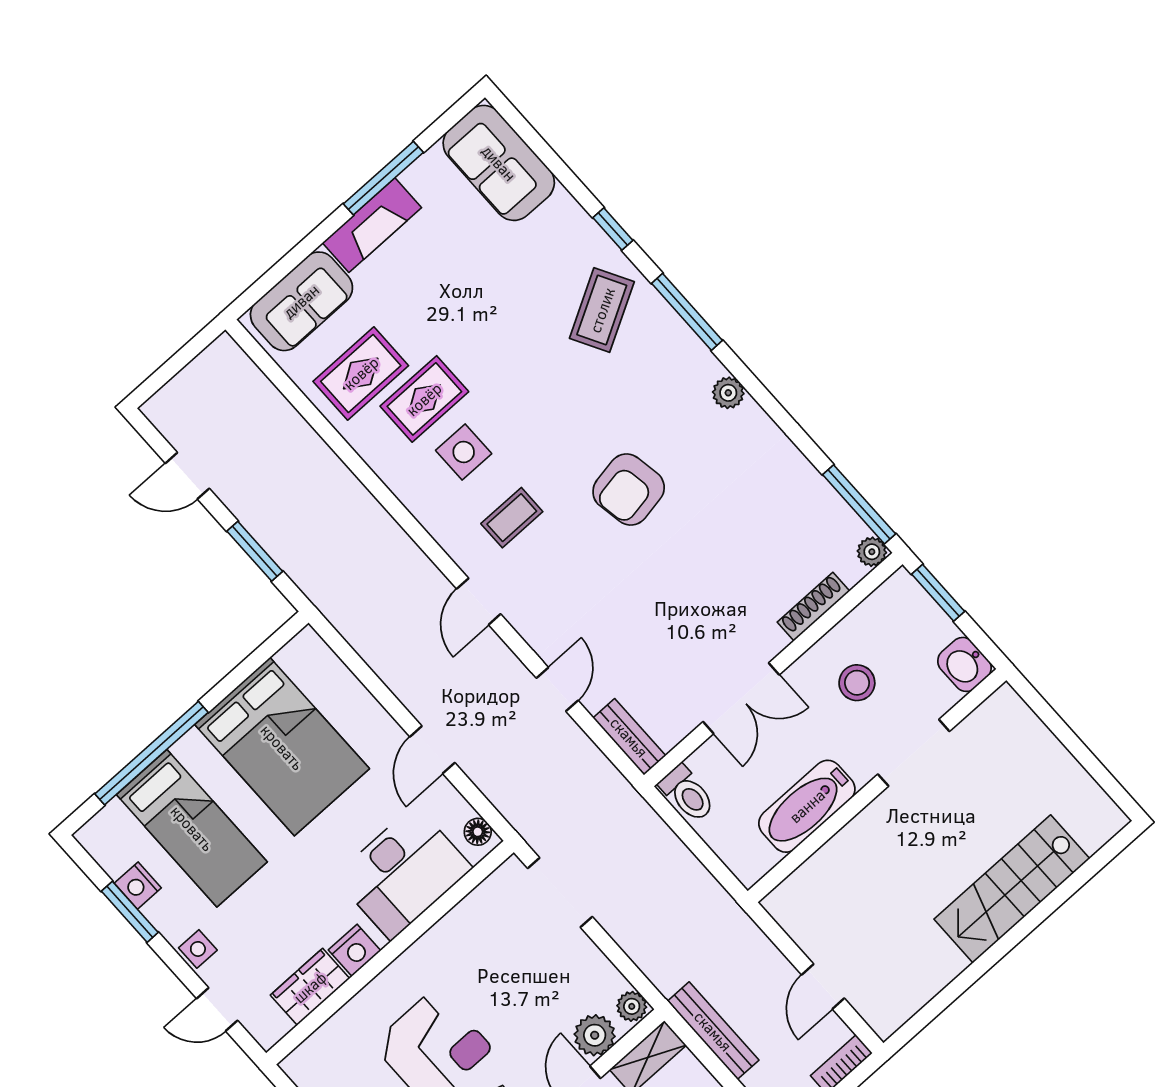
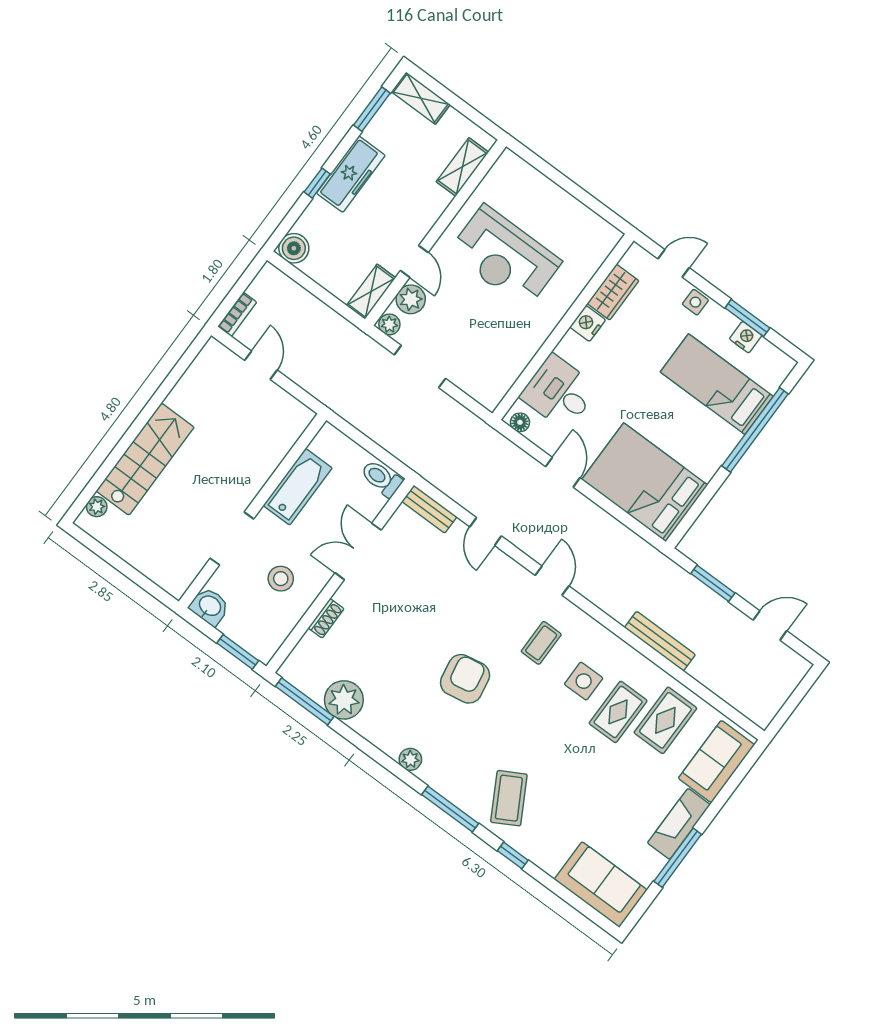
plant: (872, 552) -> (344, 700), moved, width x1.88, depth x1.88
shoe rack: (813, 607) -> (326, 618), width x0.70
bed: (282, 747) -> (645, 482), moved
plant: (1093, 836) -> (97, 507), added
desk: (403, 872) -> (559, 392), width x0.73
doorway: (560, 893) -> (420, 367), moved
bench: (713, 1031) -> (660, 641), moved

